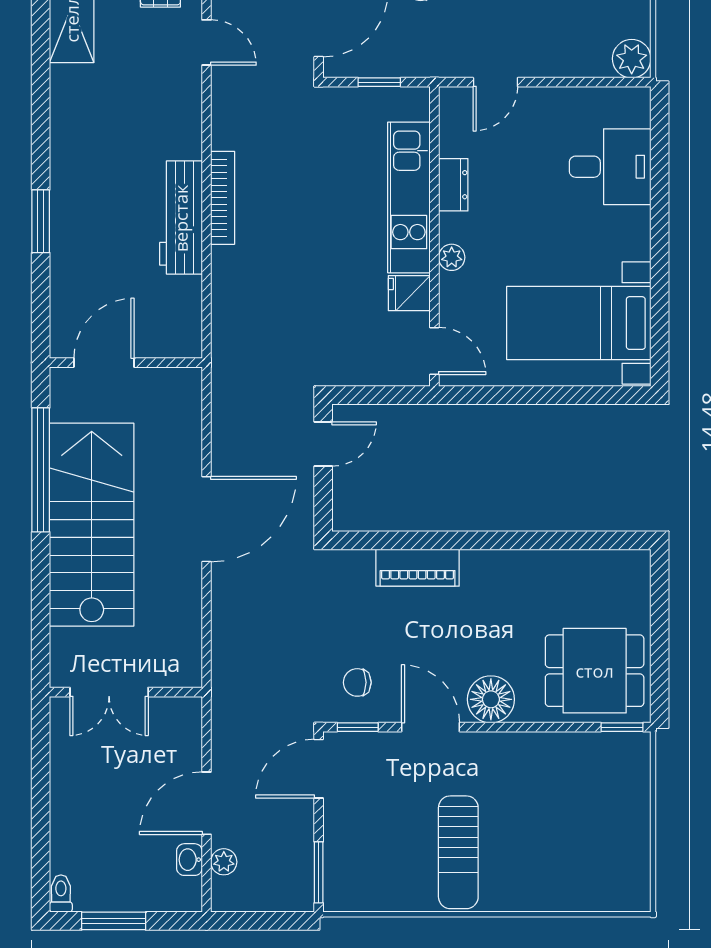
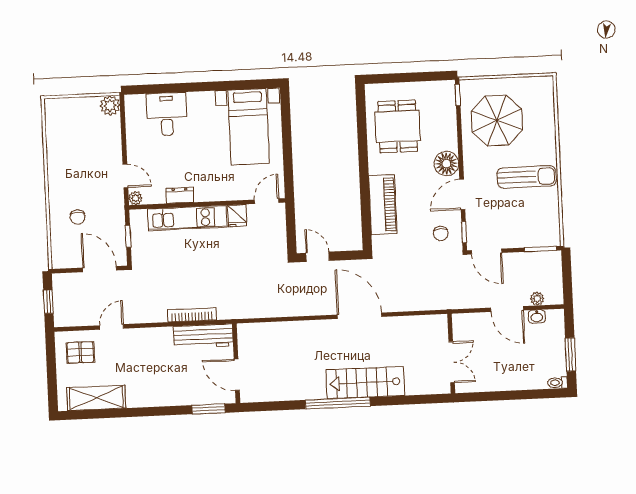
plant: (452, 257) -> (135, 198), moved
door: (104, 363) -> (237, 375), moved
wall: (126, 363) -> (236, 363), moved
stairs: (92, 525) -> (365, 383), width x0.73, depth x0.66
piano: (418, 568) -> (383, 205), width x1.37, depth x1.33
dining table: (595, 671) -> (398, 126), moved
parasol: (569, 800) -> (497, 120), added

